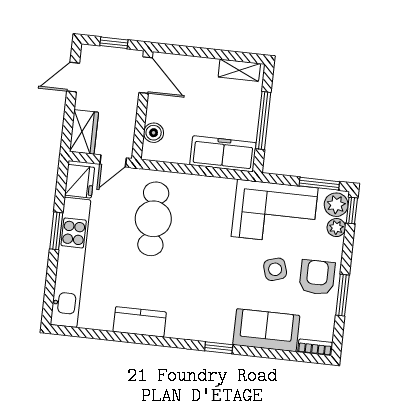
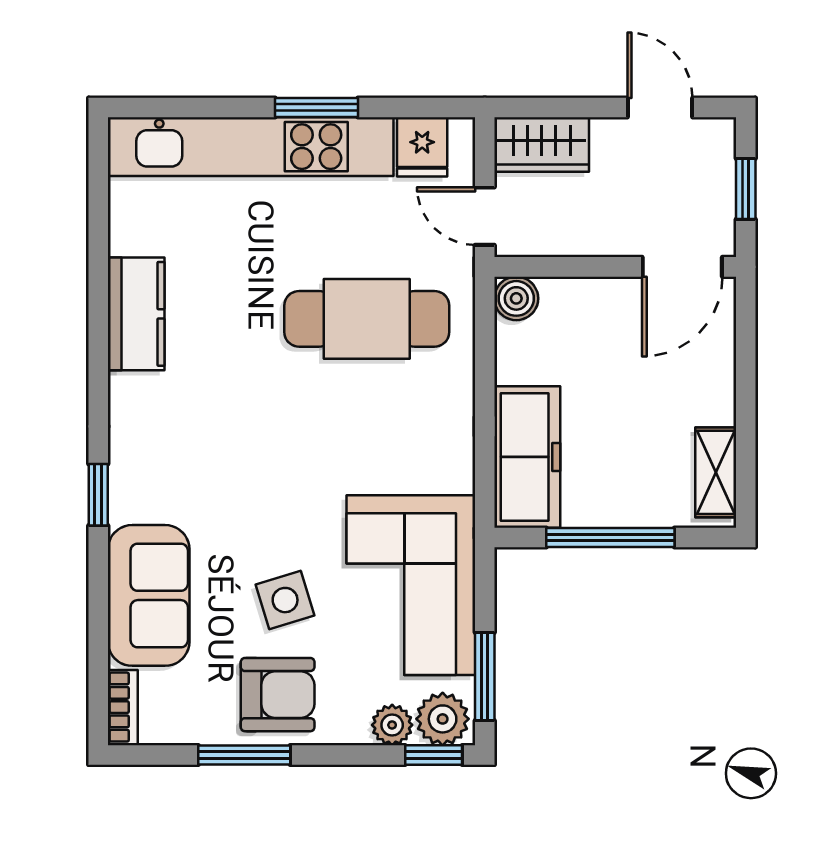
boiler: (154, 133) -> (516, 298), moved
fridge: (80, 181) -> (422, 147), width x0.72

